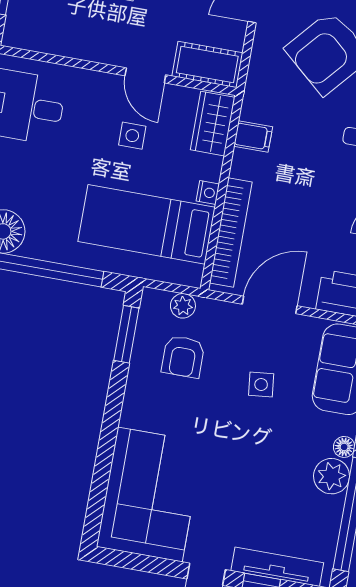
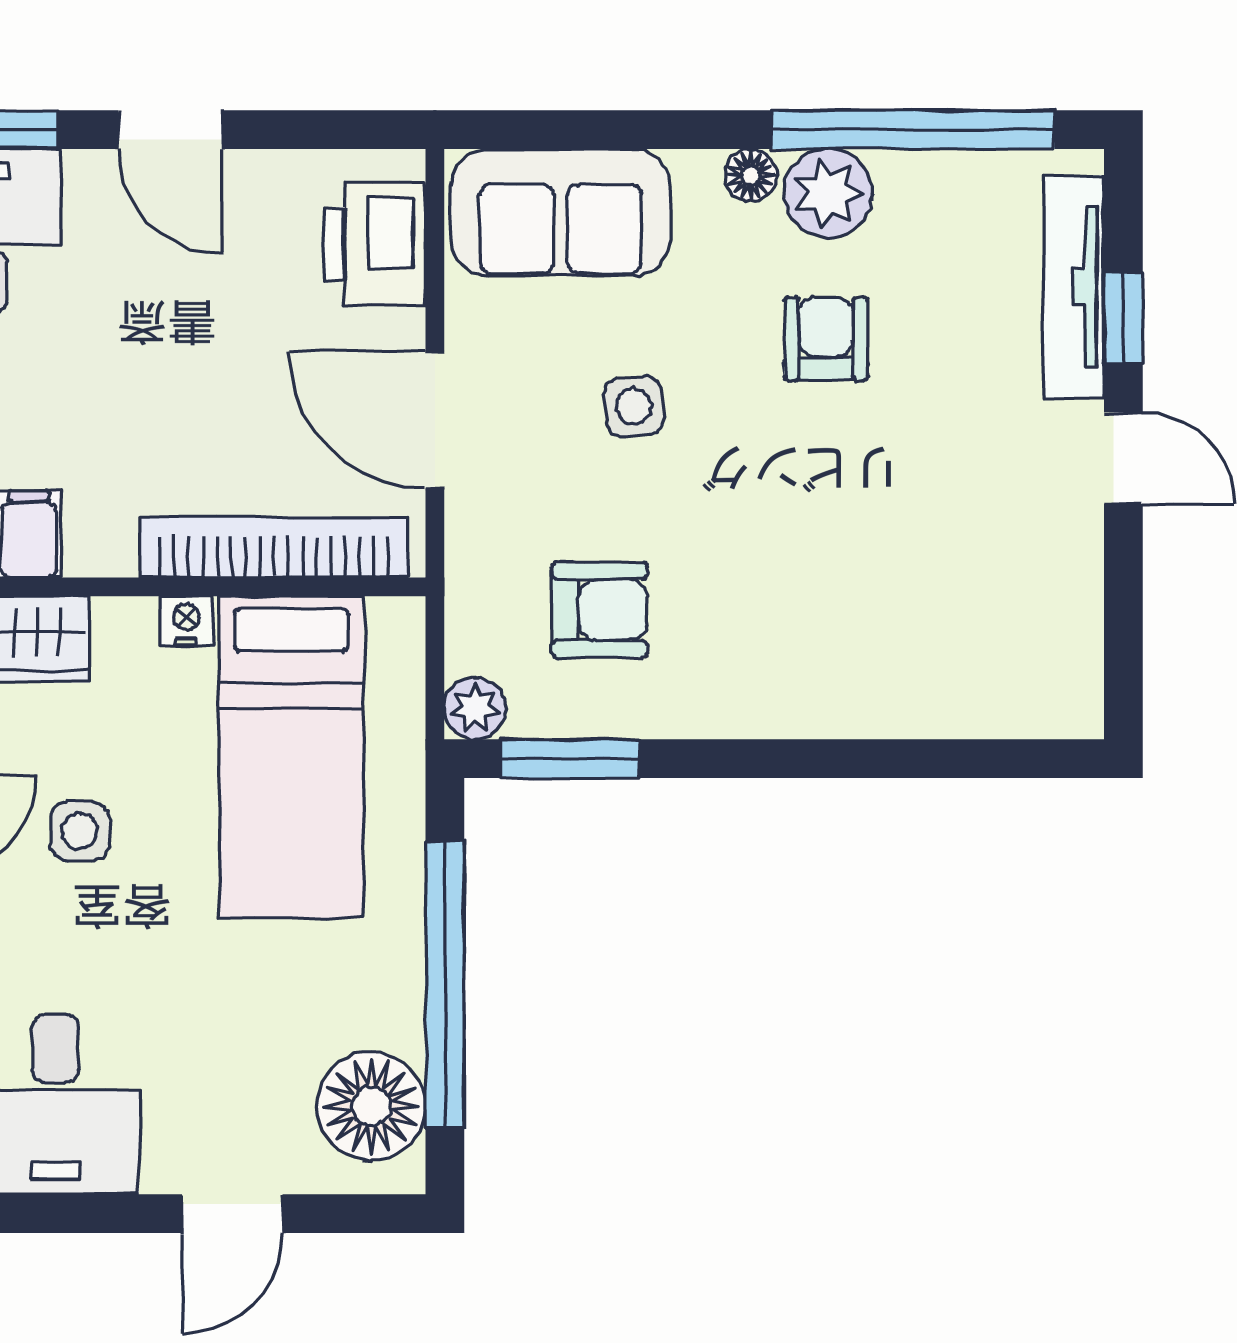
plant: (183, 306) -> (475, 709), moved
armchair: (274, 465) -> (826, 339), added
corner sofa: (150, 494) -> (952, 631), removed

